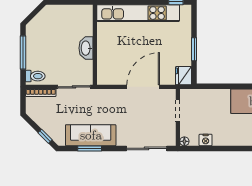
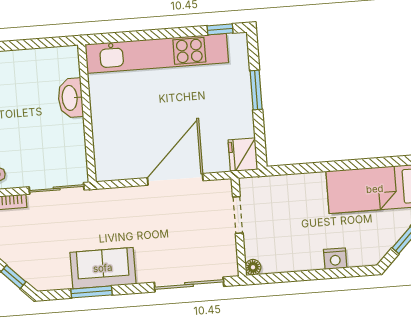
washbasin: (86, 48) -> (70, 98), moved
window: (194, 49) -> (256, 90), moved
sofa: (91, 135) -> (103, 268), width x0.73
nightstand: (206, 140) -> (335, 259), moved

